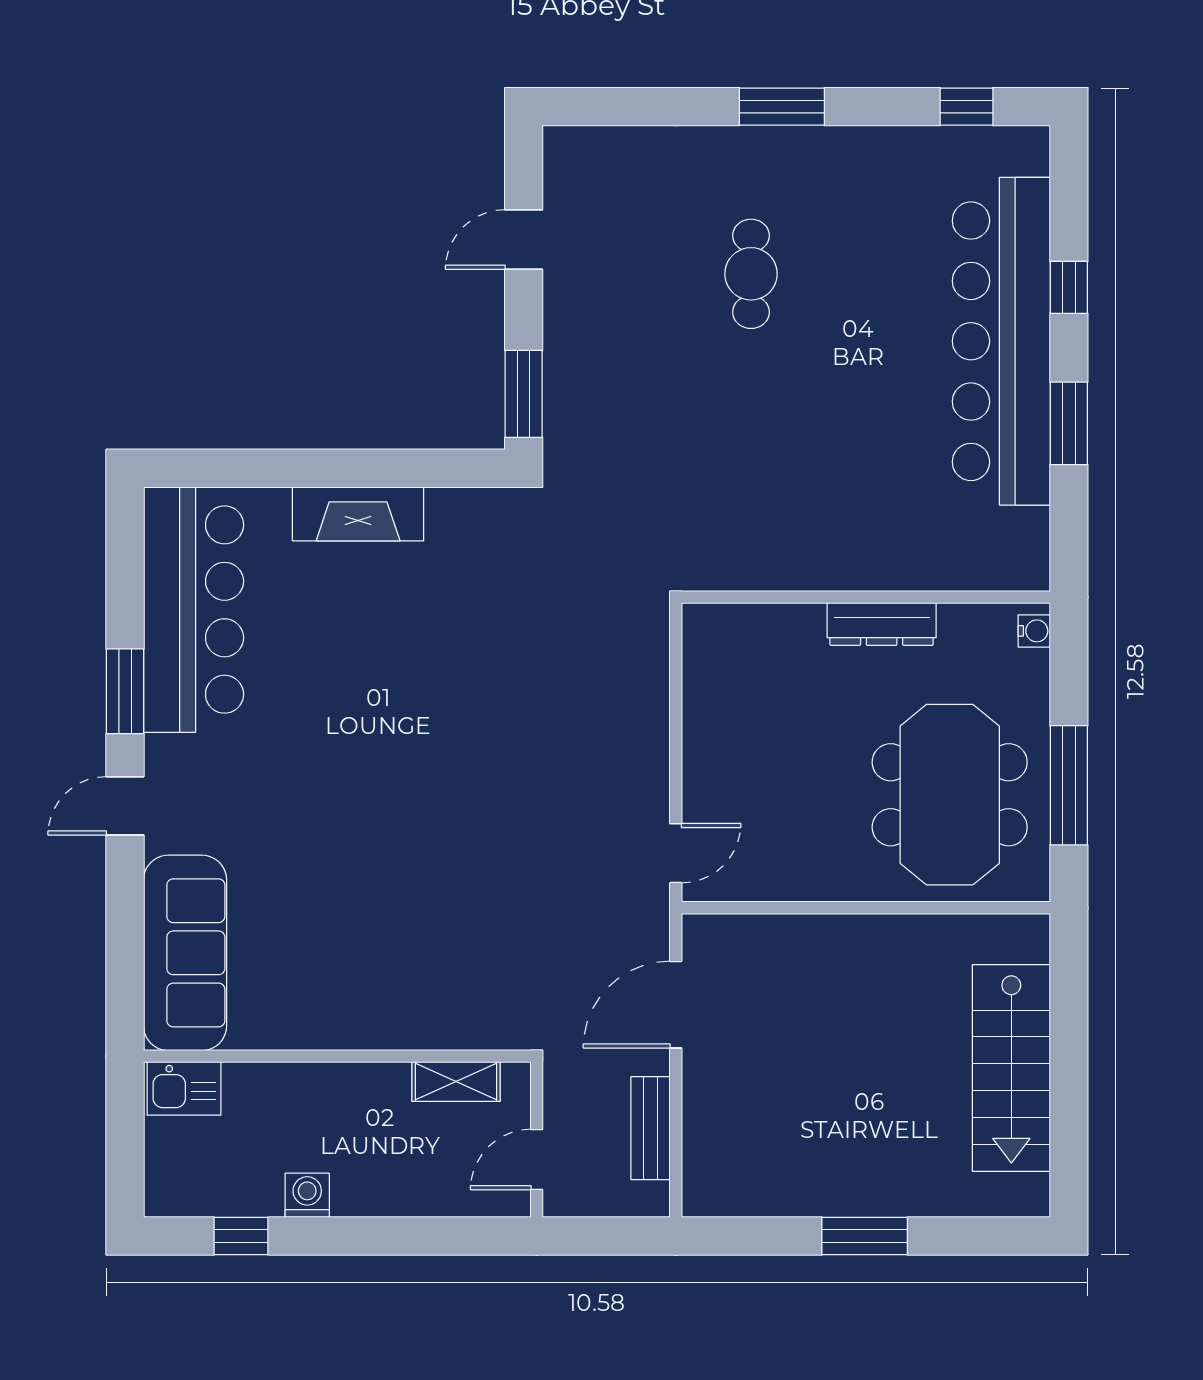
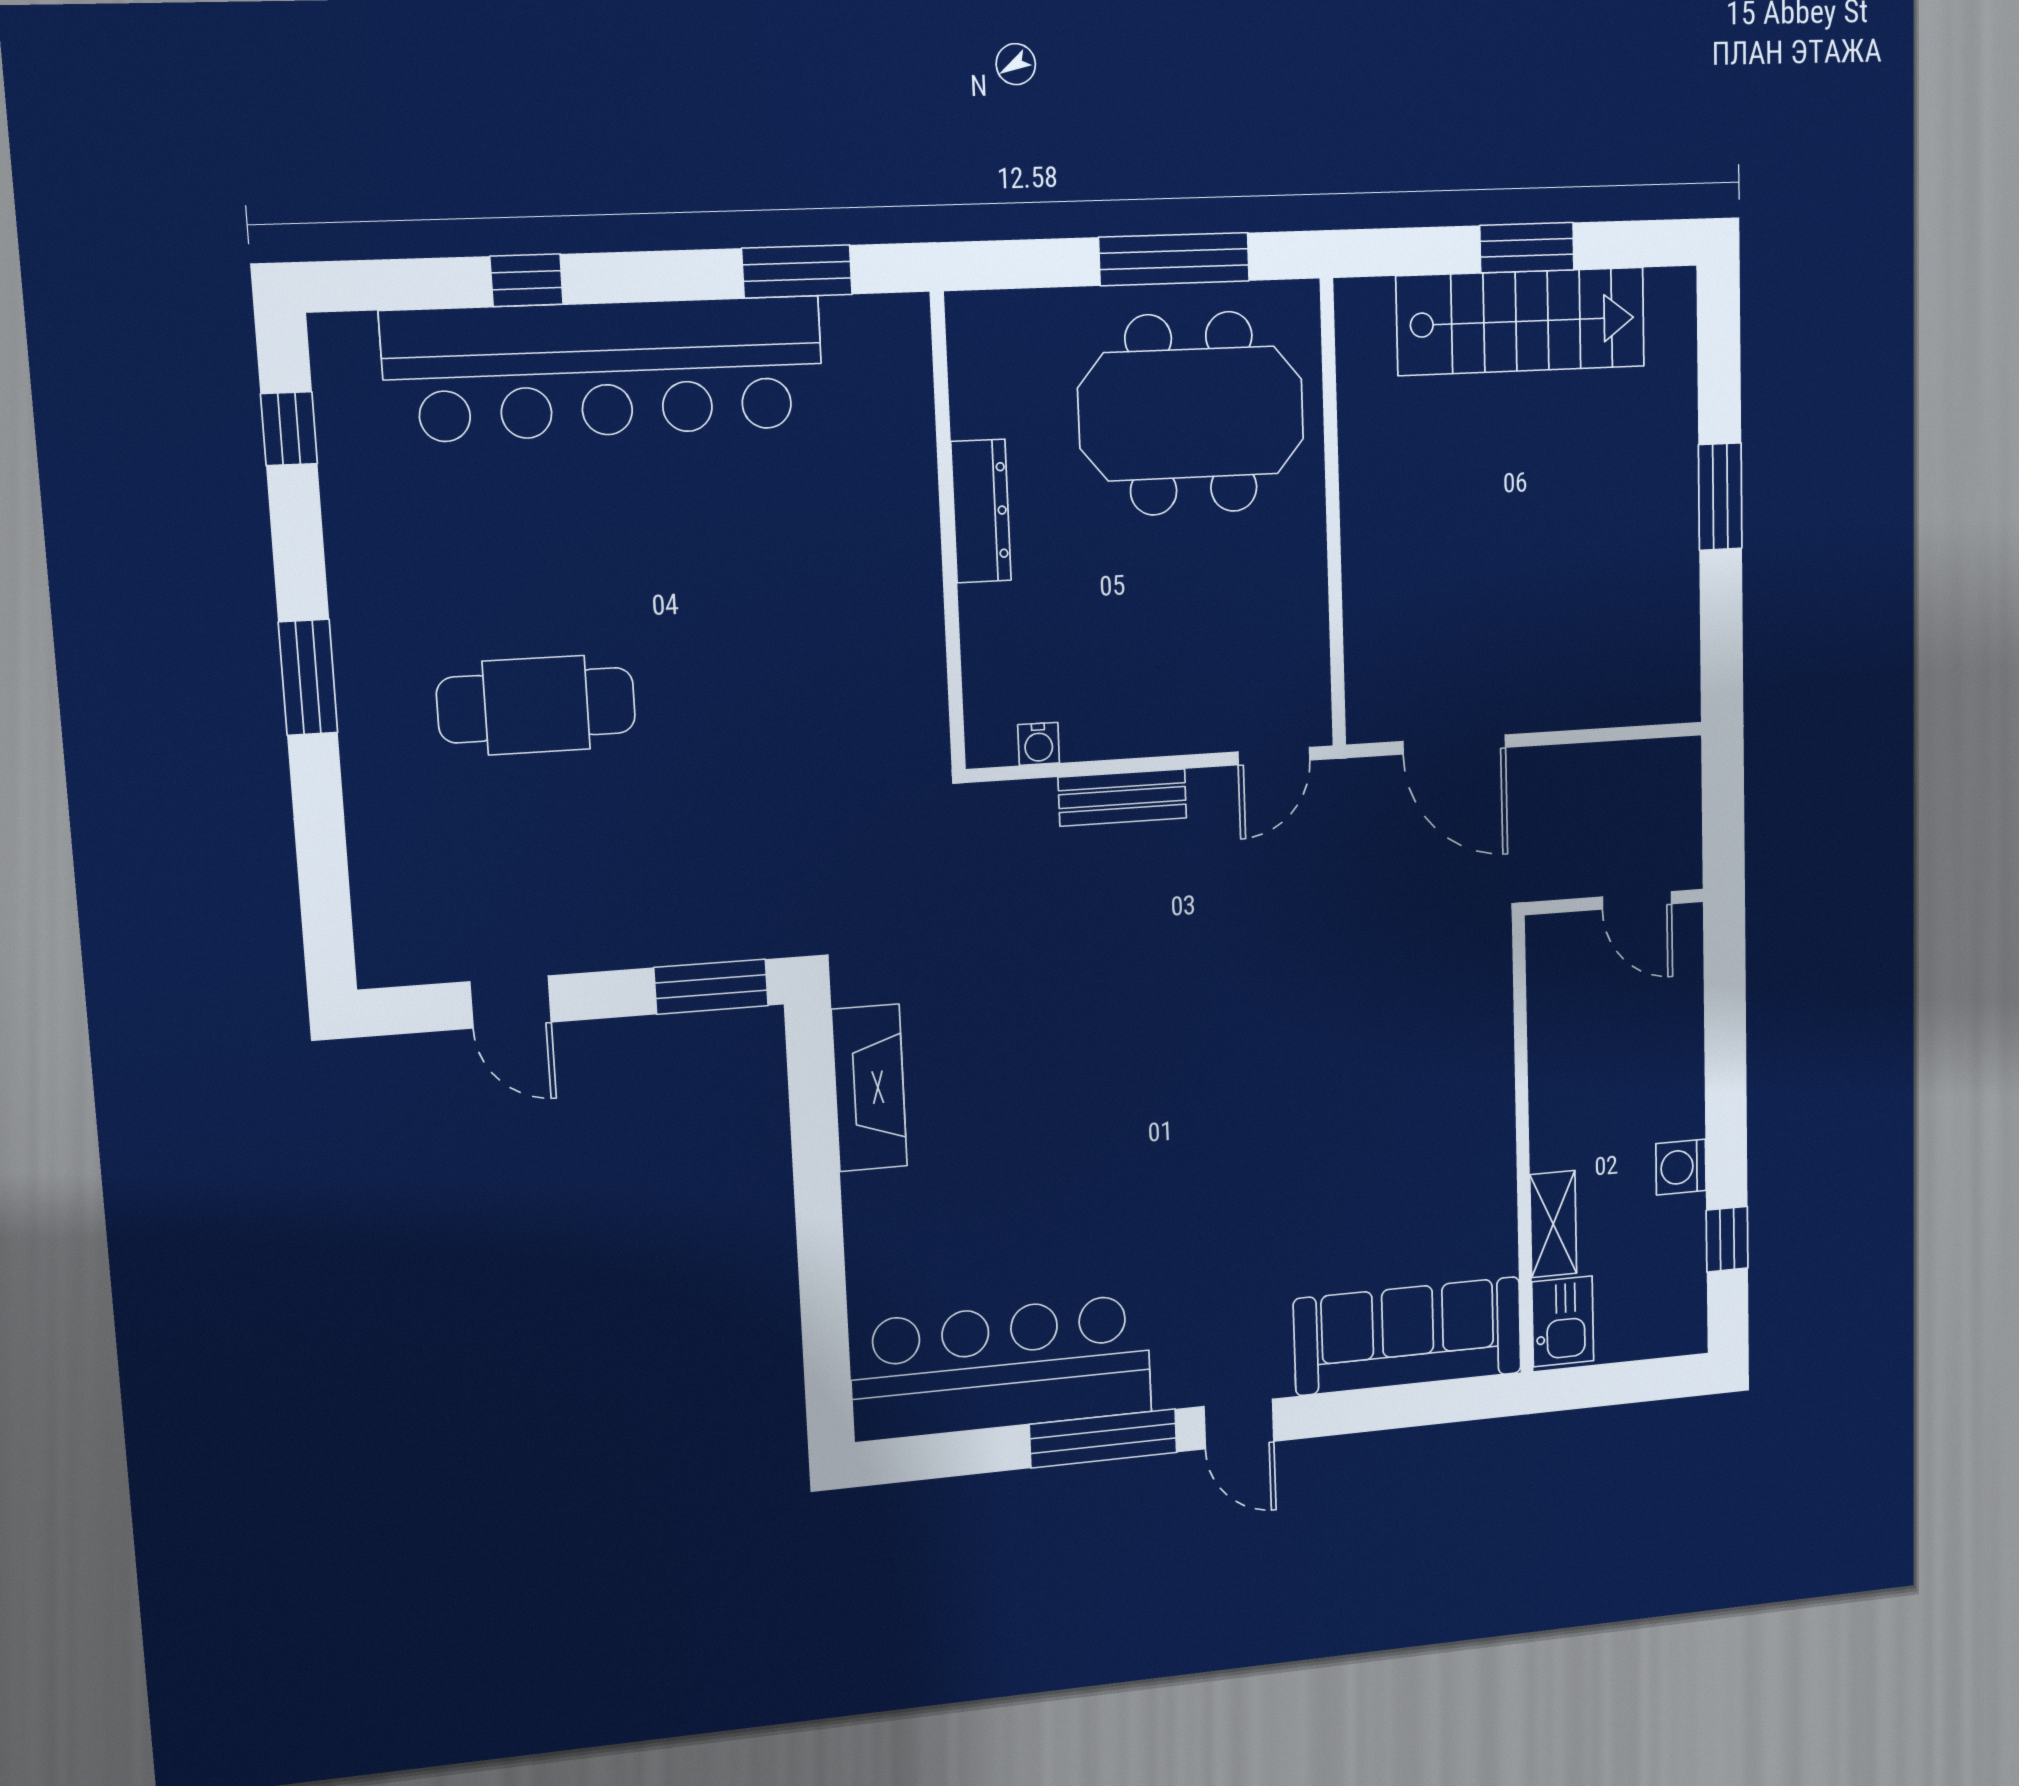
cafe table: (751, 274) -> (536, 705), width x1.37, depth x1.35
window: (1069, 423) -> (797, 271), moved
fireplace: (358, 514) -> (869, 1088), moved
water cooler: (1034, 631) -> (1039, 744), moved, turned 180
window: (125, 691) -> (1103, 1438), width x1.44
door: (676, 853) -> (1274, 756), swing flipped
window: (1069, 1074) -> (1527, 248), added
shelving: (456, 1082) -> (1553, 1224), moved
bench: (651, 1128) -> (1122, 798), moved

